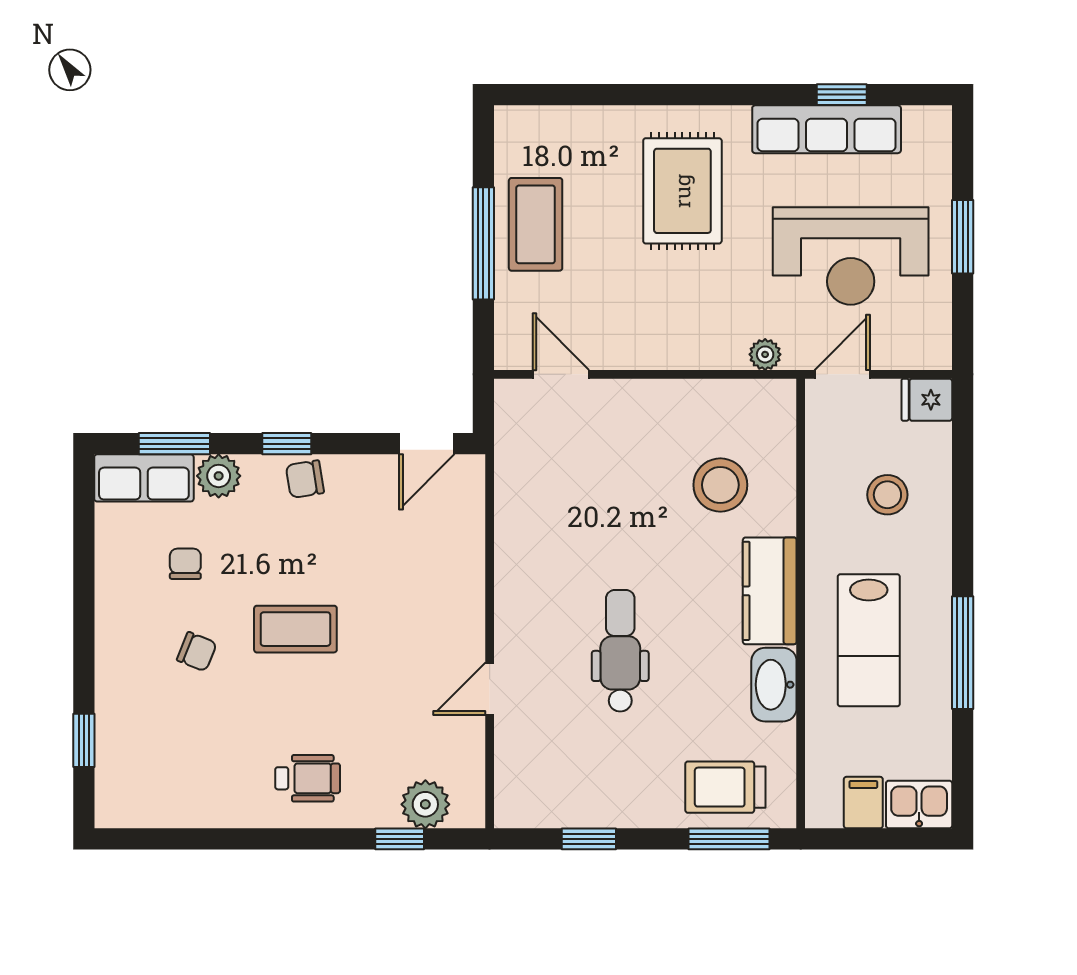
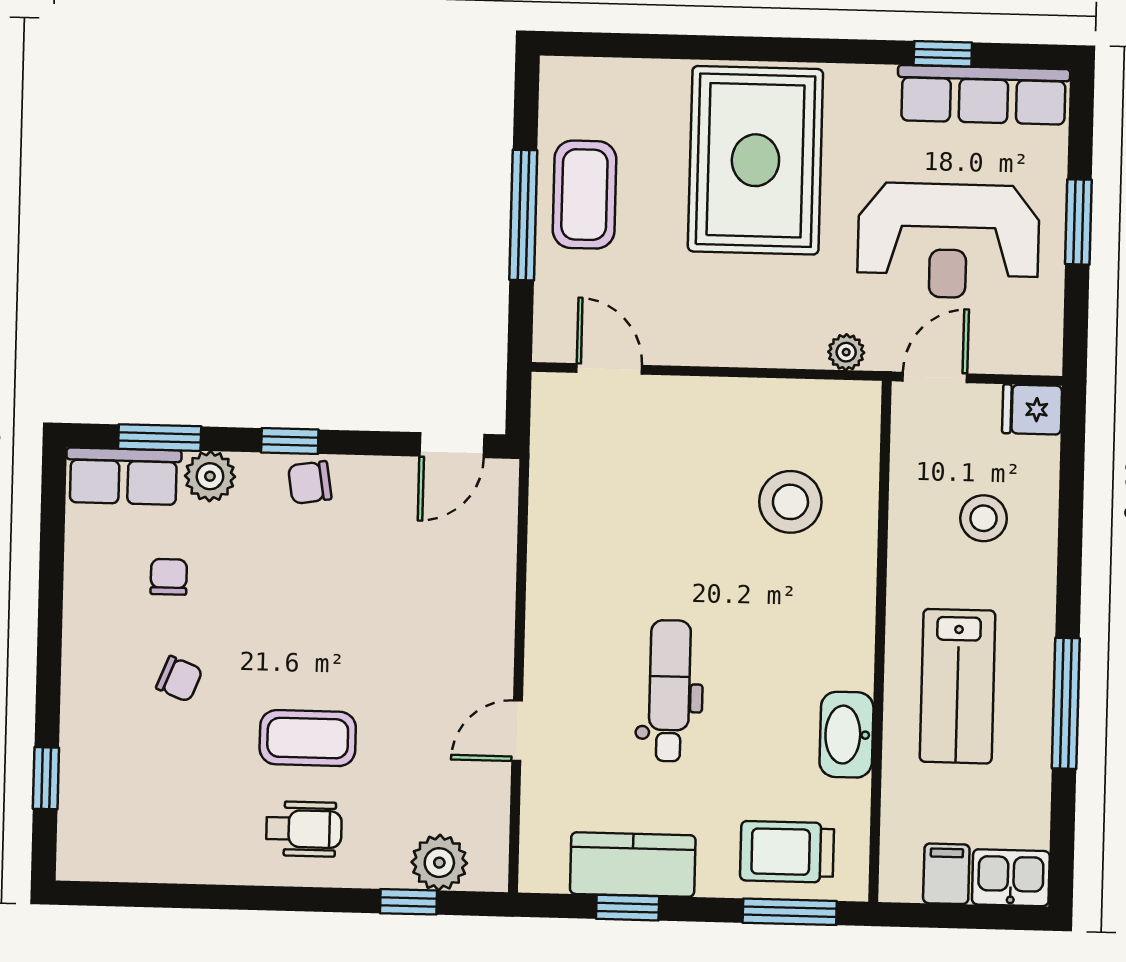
row of seats: (827, 129) -> (984, 95), moved
rug: (682, 191) -> (755, 160), width x1.37, depth x1.44
kitchen counter: (770, 591) -> (633, 865), moved, turned 90
coffee table: (295, 629) -> (308, 738), moved

